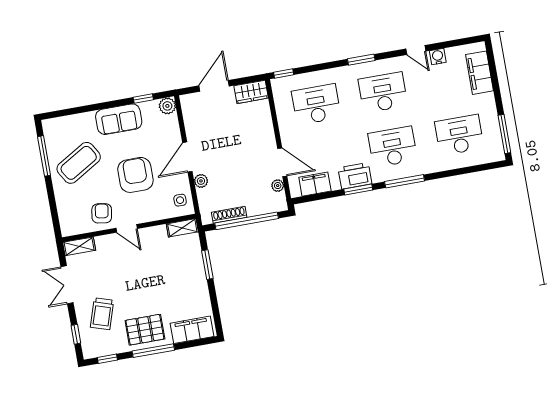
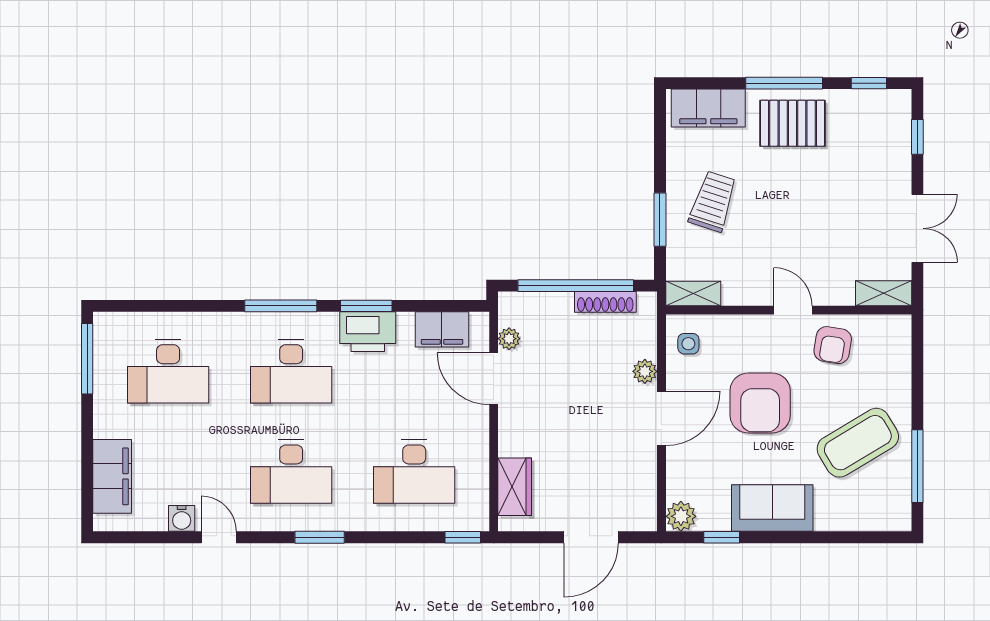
wardrobe: (251, 92) -> (515, 487), moved, turned 90
trolley: (102, 314) -> (713, 201), moved

